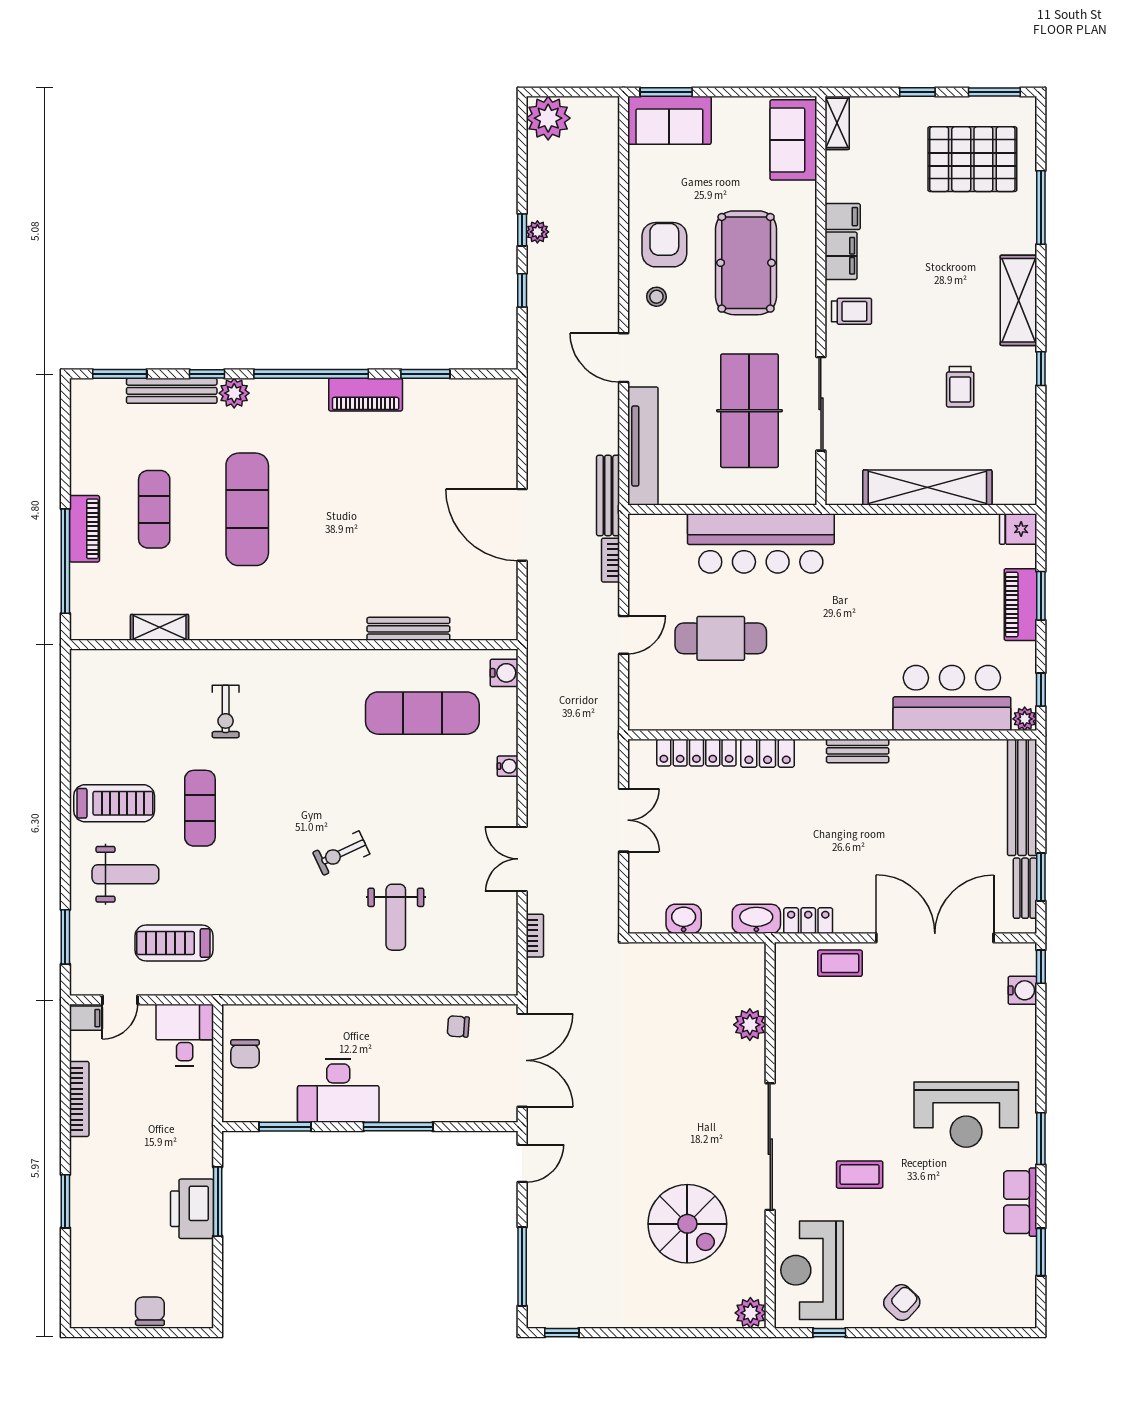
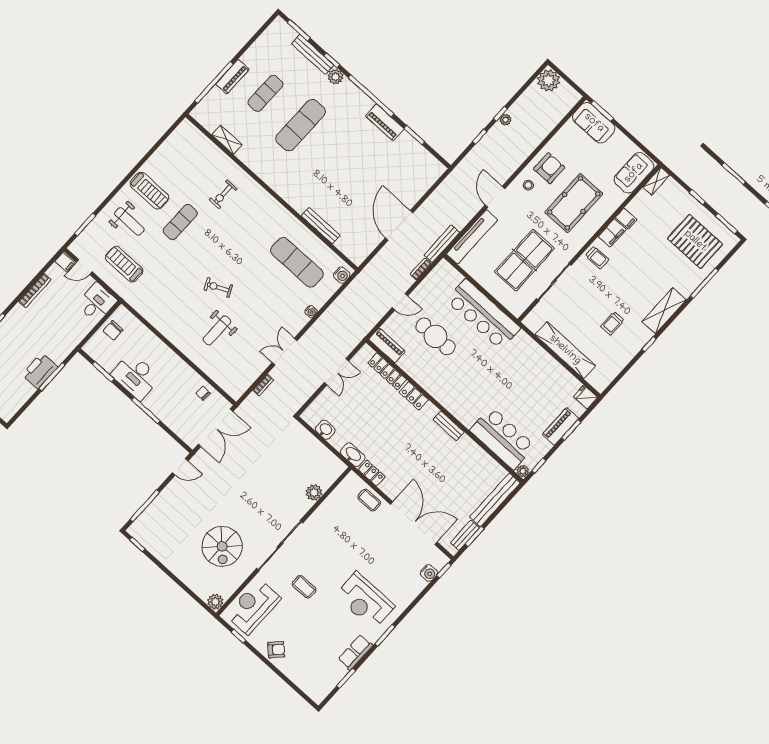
piano: (662, 715) -> (387, 345), added

